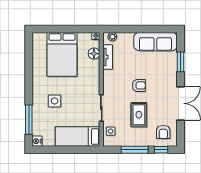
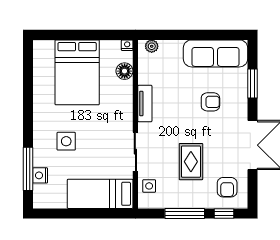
tv unit: (108, 57) -> (145, 104), moved
armchair: (139, 85) -> (210, 102), moved
nightstand: (37, 141) -> (40, 175), moved

